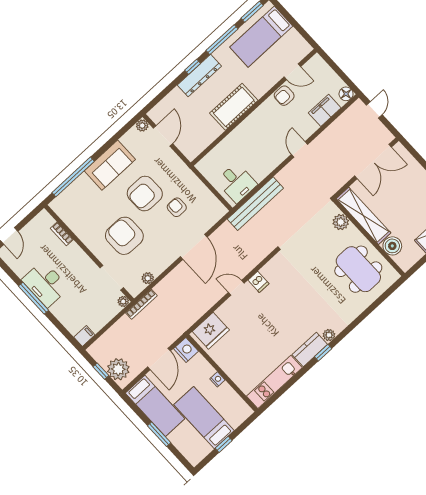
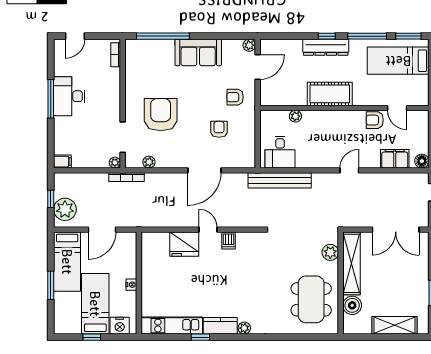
plant: (224, 146) -> (295, 116), added
armchair: (145, 194) -> (235, 97), moved, width x0.53, depth x0.53
bookcase: (62, 234) -> (116, 55), moved
fridge: (211, 331) -> (184, 244), moved
nightstand: (186, 350) -> (120, 326), moved, turned 90
window: (323, 353) -> (200, 337), moved

